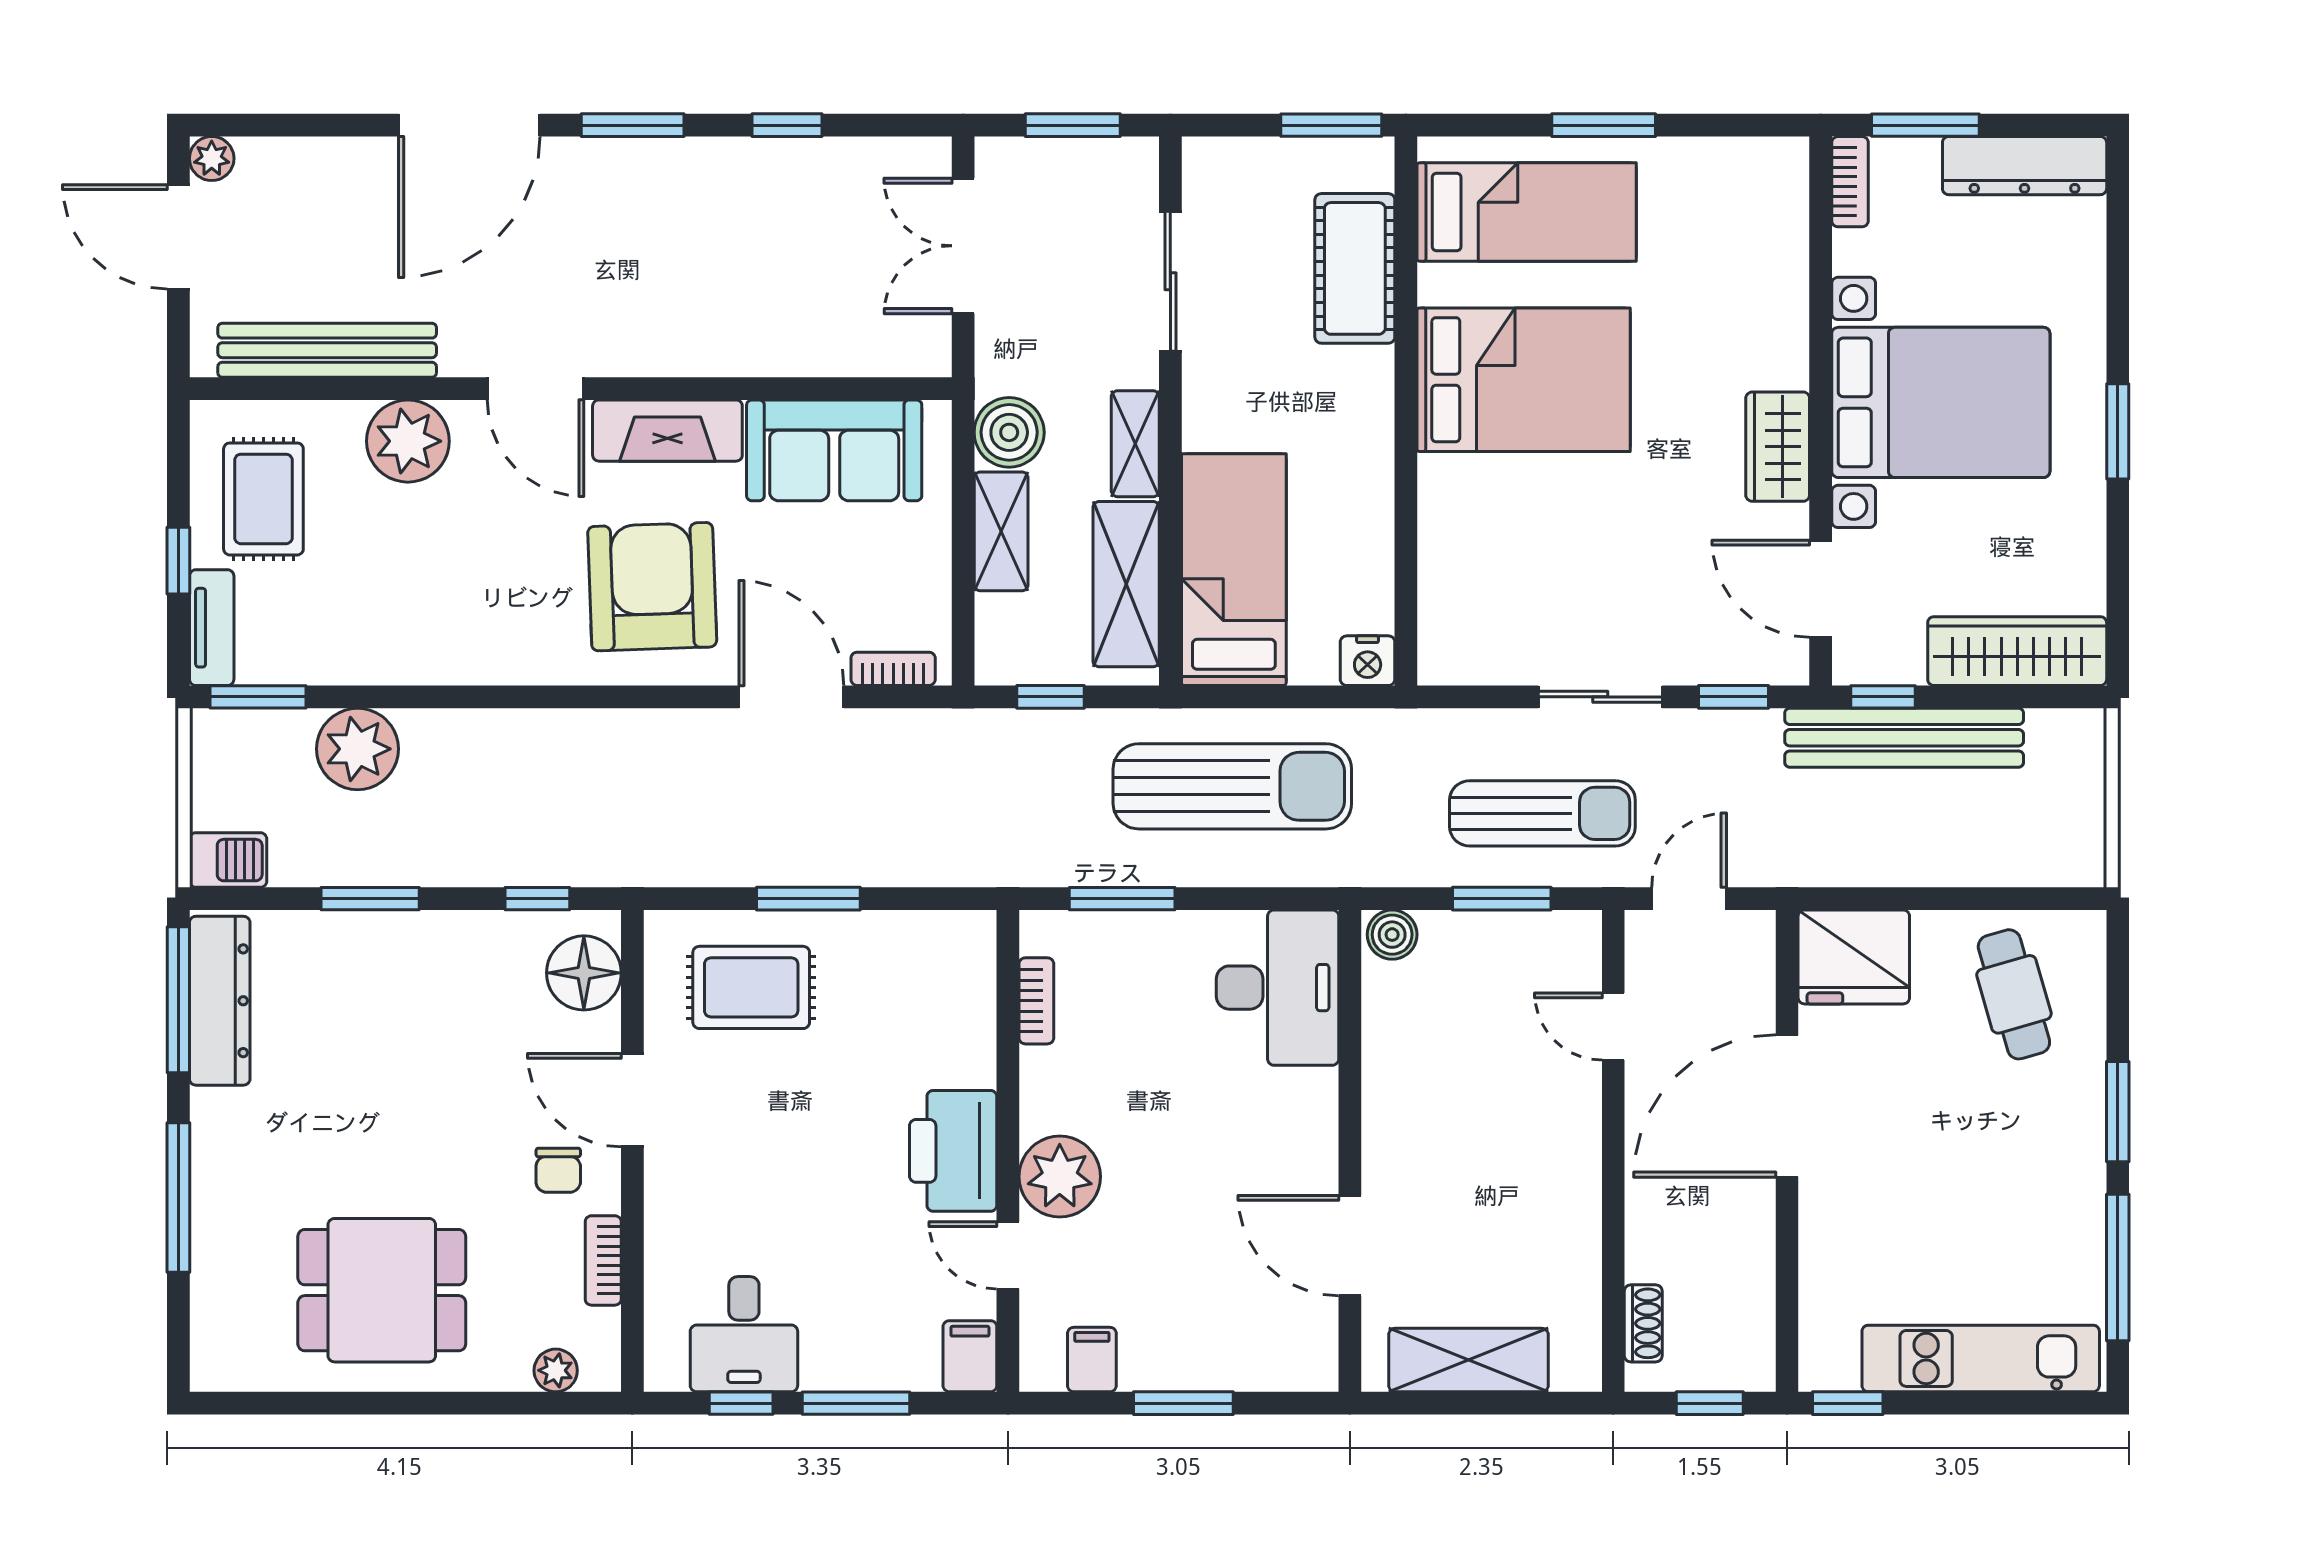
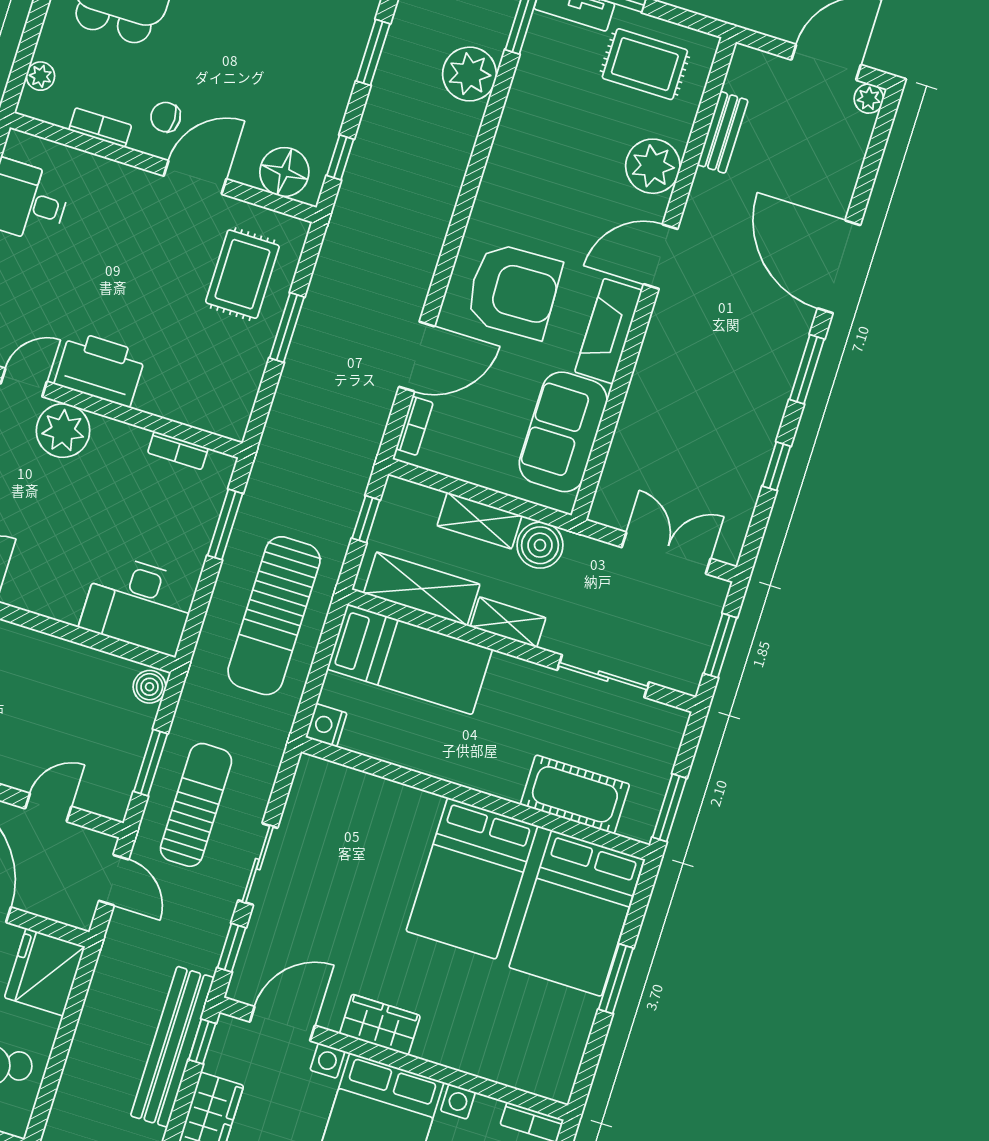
bed: (1527, 212) -> (577, 913), width x1.50
bench: (327, 350) -> (723, 132), width x0.54, depth x0.82
sun lounger: (1542, 813) -> (196, 805), turned 180

